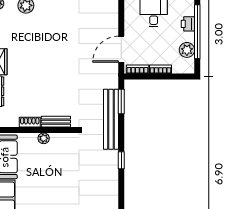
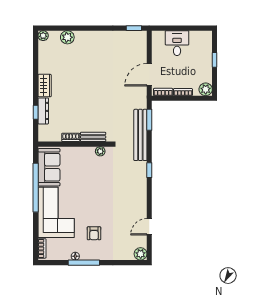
printer: (188, 24) -> (206, 53), removed
window: (197, 32) -> (215, 60), width x0.32
plant: (187, 50) -> (206, 89), moved
plant: (44, 138) -> (100, 151), moved

